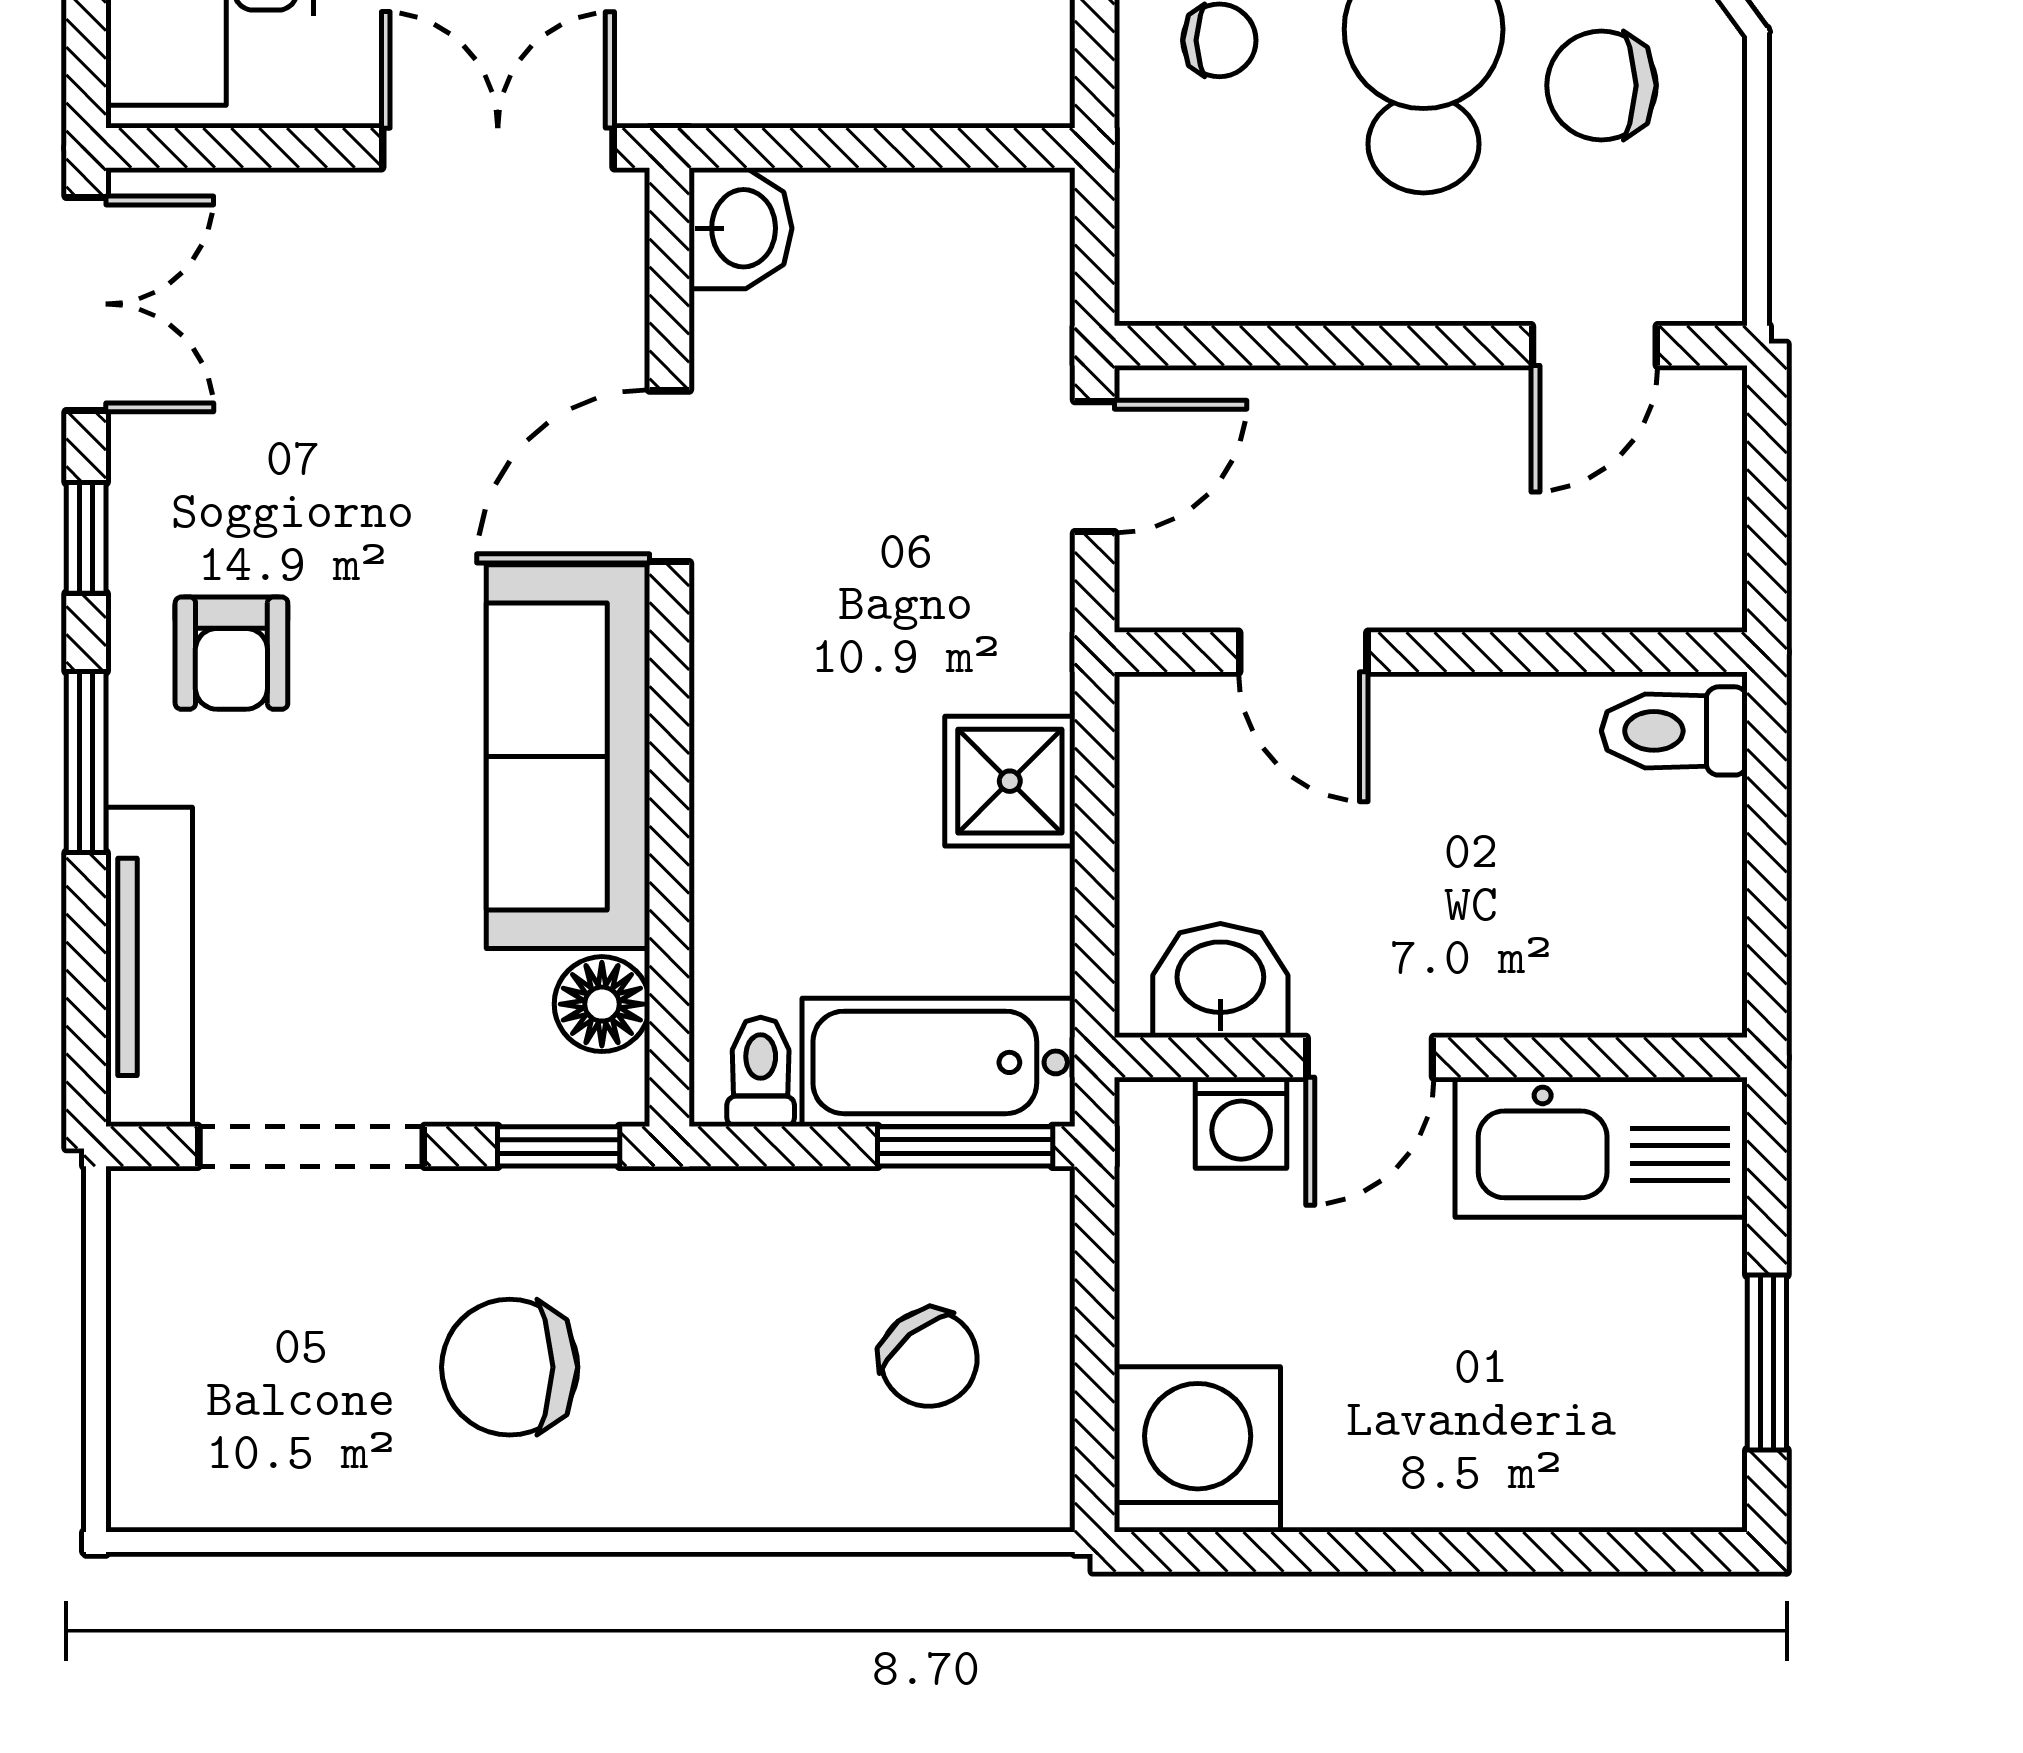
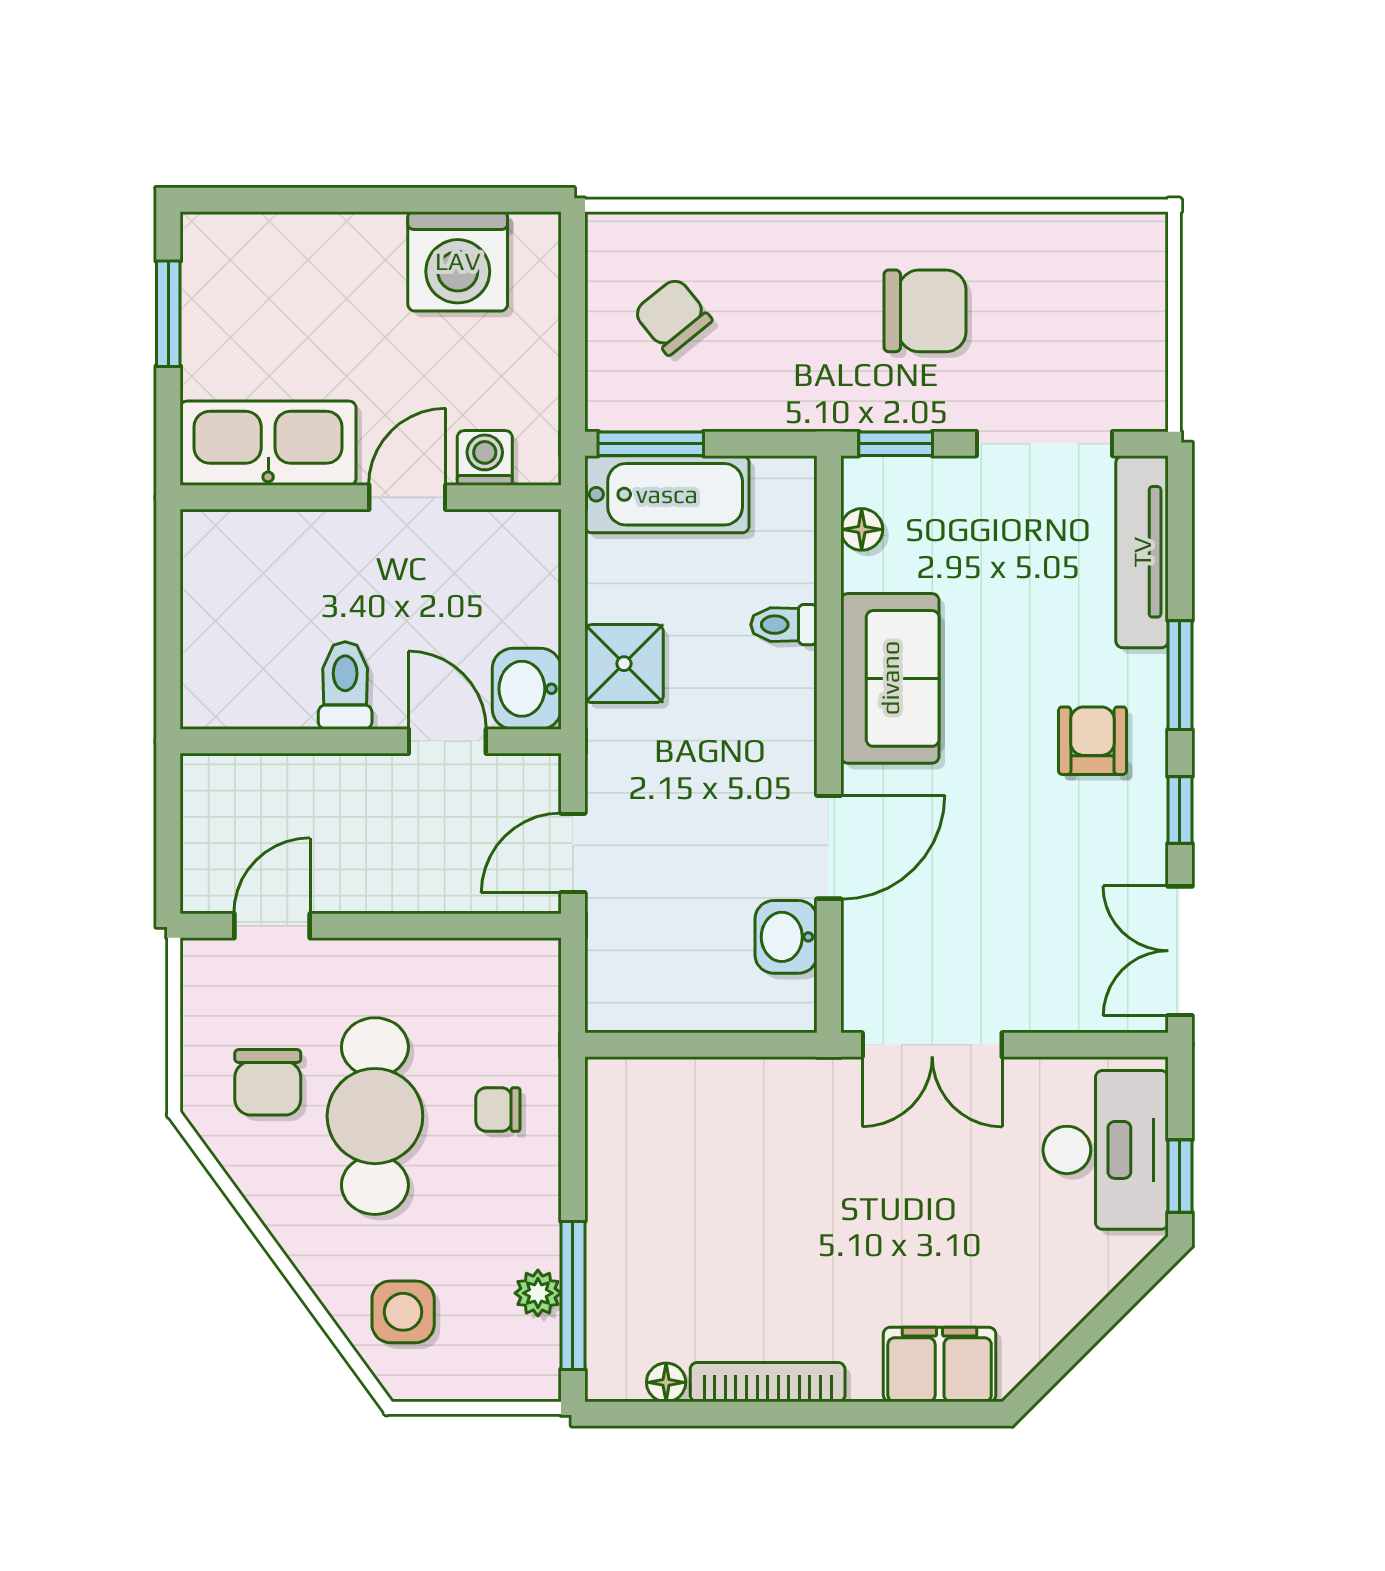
chair: (1601, 85) -> (268, 1082), turned 90
washbasin: (740, 228) -> (786, 937), moved
toilet: (1674, 731) -> (345, 686), moved, turned -90
sofa: (568, 757) -> (890, 678), width x0.73
washbasin: (1220, 981) -> (527, 689), moved, turned 90
floor lamp: (602, 1004) -> (862, 529), width x0.73, depth x0.73
toilet: (761, 1072) -> (784, 625), moved, turned 90
washing machine: (1198, 1449) -> (458, 261), moved

